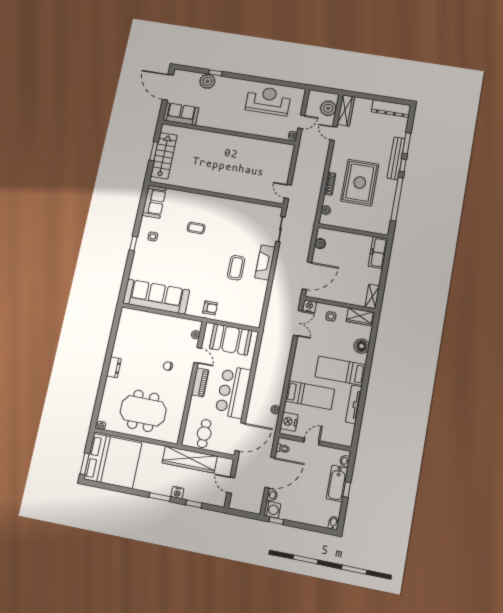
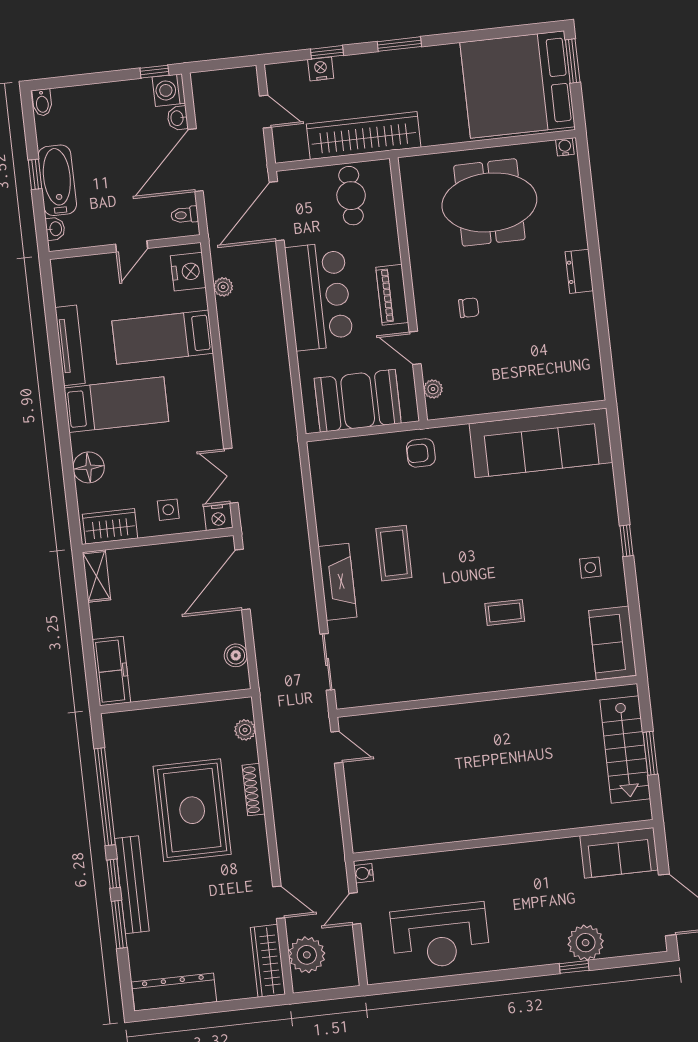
nightstand: (177, 493) -> (321, 69), moved

